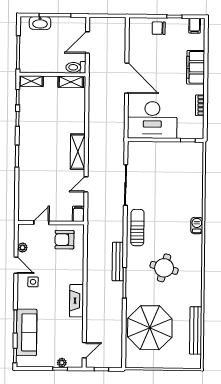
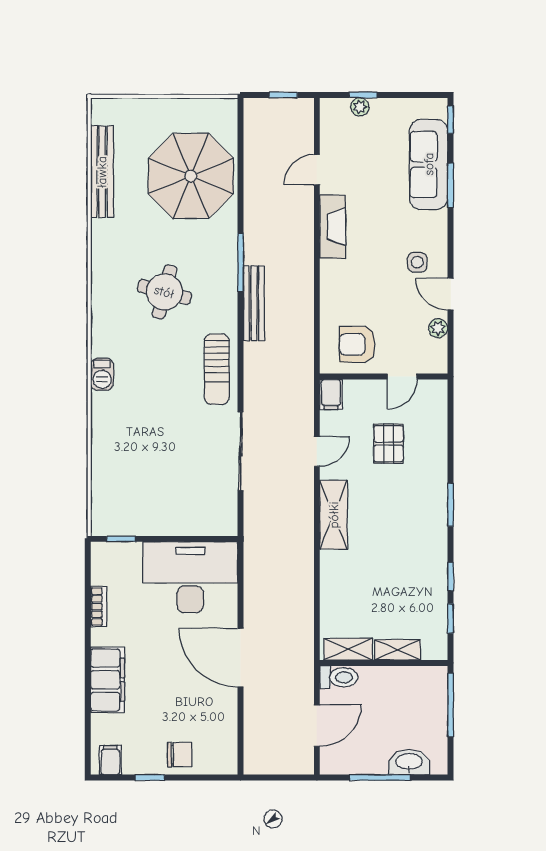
shelving: (31, 81) -> (397, 650), moved
pallet: (49, 188) -> (388, 444), added
armchair: (64, 240) -> (357, 344), turned 180
door: (84, 350) -> (317, 170), moved

